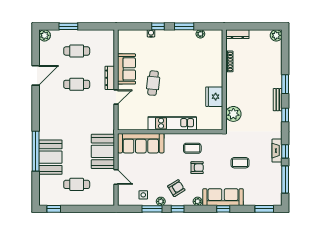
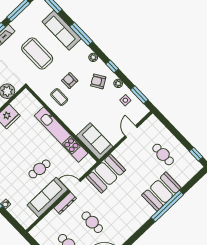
sofa: (127, 69) -> (48, 197), width x1.36
kitchen unit: (172, 123) -> (61, 134), width x1.36
sofa: (141, 143) -> (95, 141), width x0.73
booth: (103, 151) -> (106, 174), moved
coffee table: (240, 163) -> (37, 53), width x1.86, depth x1.72
sofa: (223, 197) -> (62, 30), moved
window: (152, 209) -> (139, 95), moved
window: (223, 209) -> (81, 34), width x2.17

